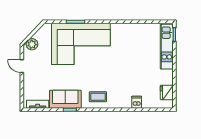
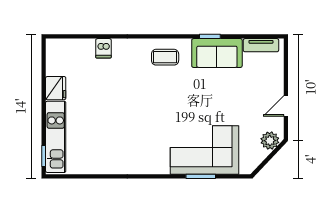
corner sofa: (81, 44) -> (205, 150), width x0.73, depth x0.74
door: (22, 66) -> (286, 106), swing flipped
fridge: (167, 92) -> (56, 88), moved

